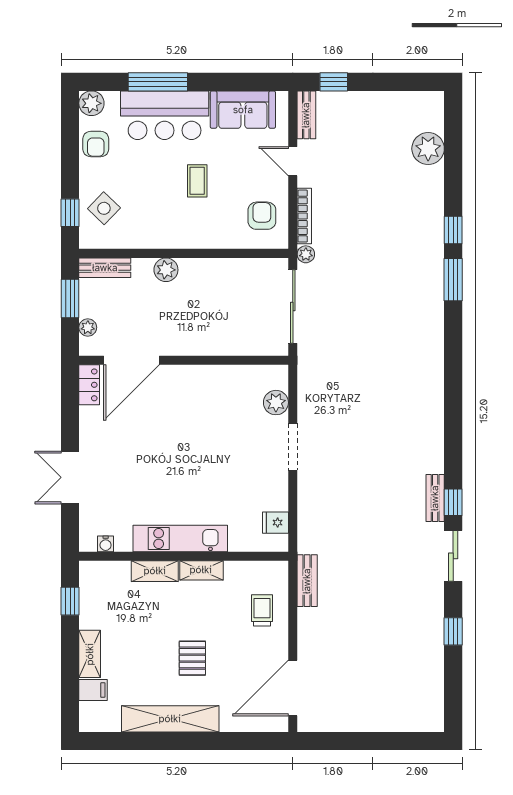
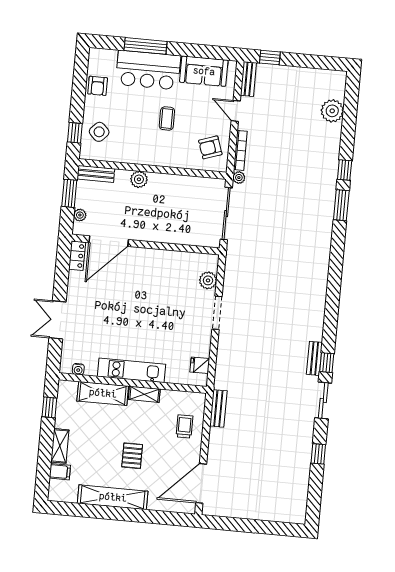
plant: (91, 103) -> (97, 57), removed
armchair: (262, 216) -> (210, 147), turned -109
shelving: (155, 571) -> (103, 393), width x1.50, depth x1.33

